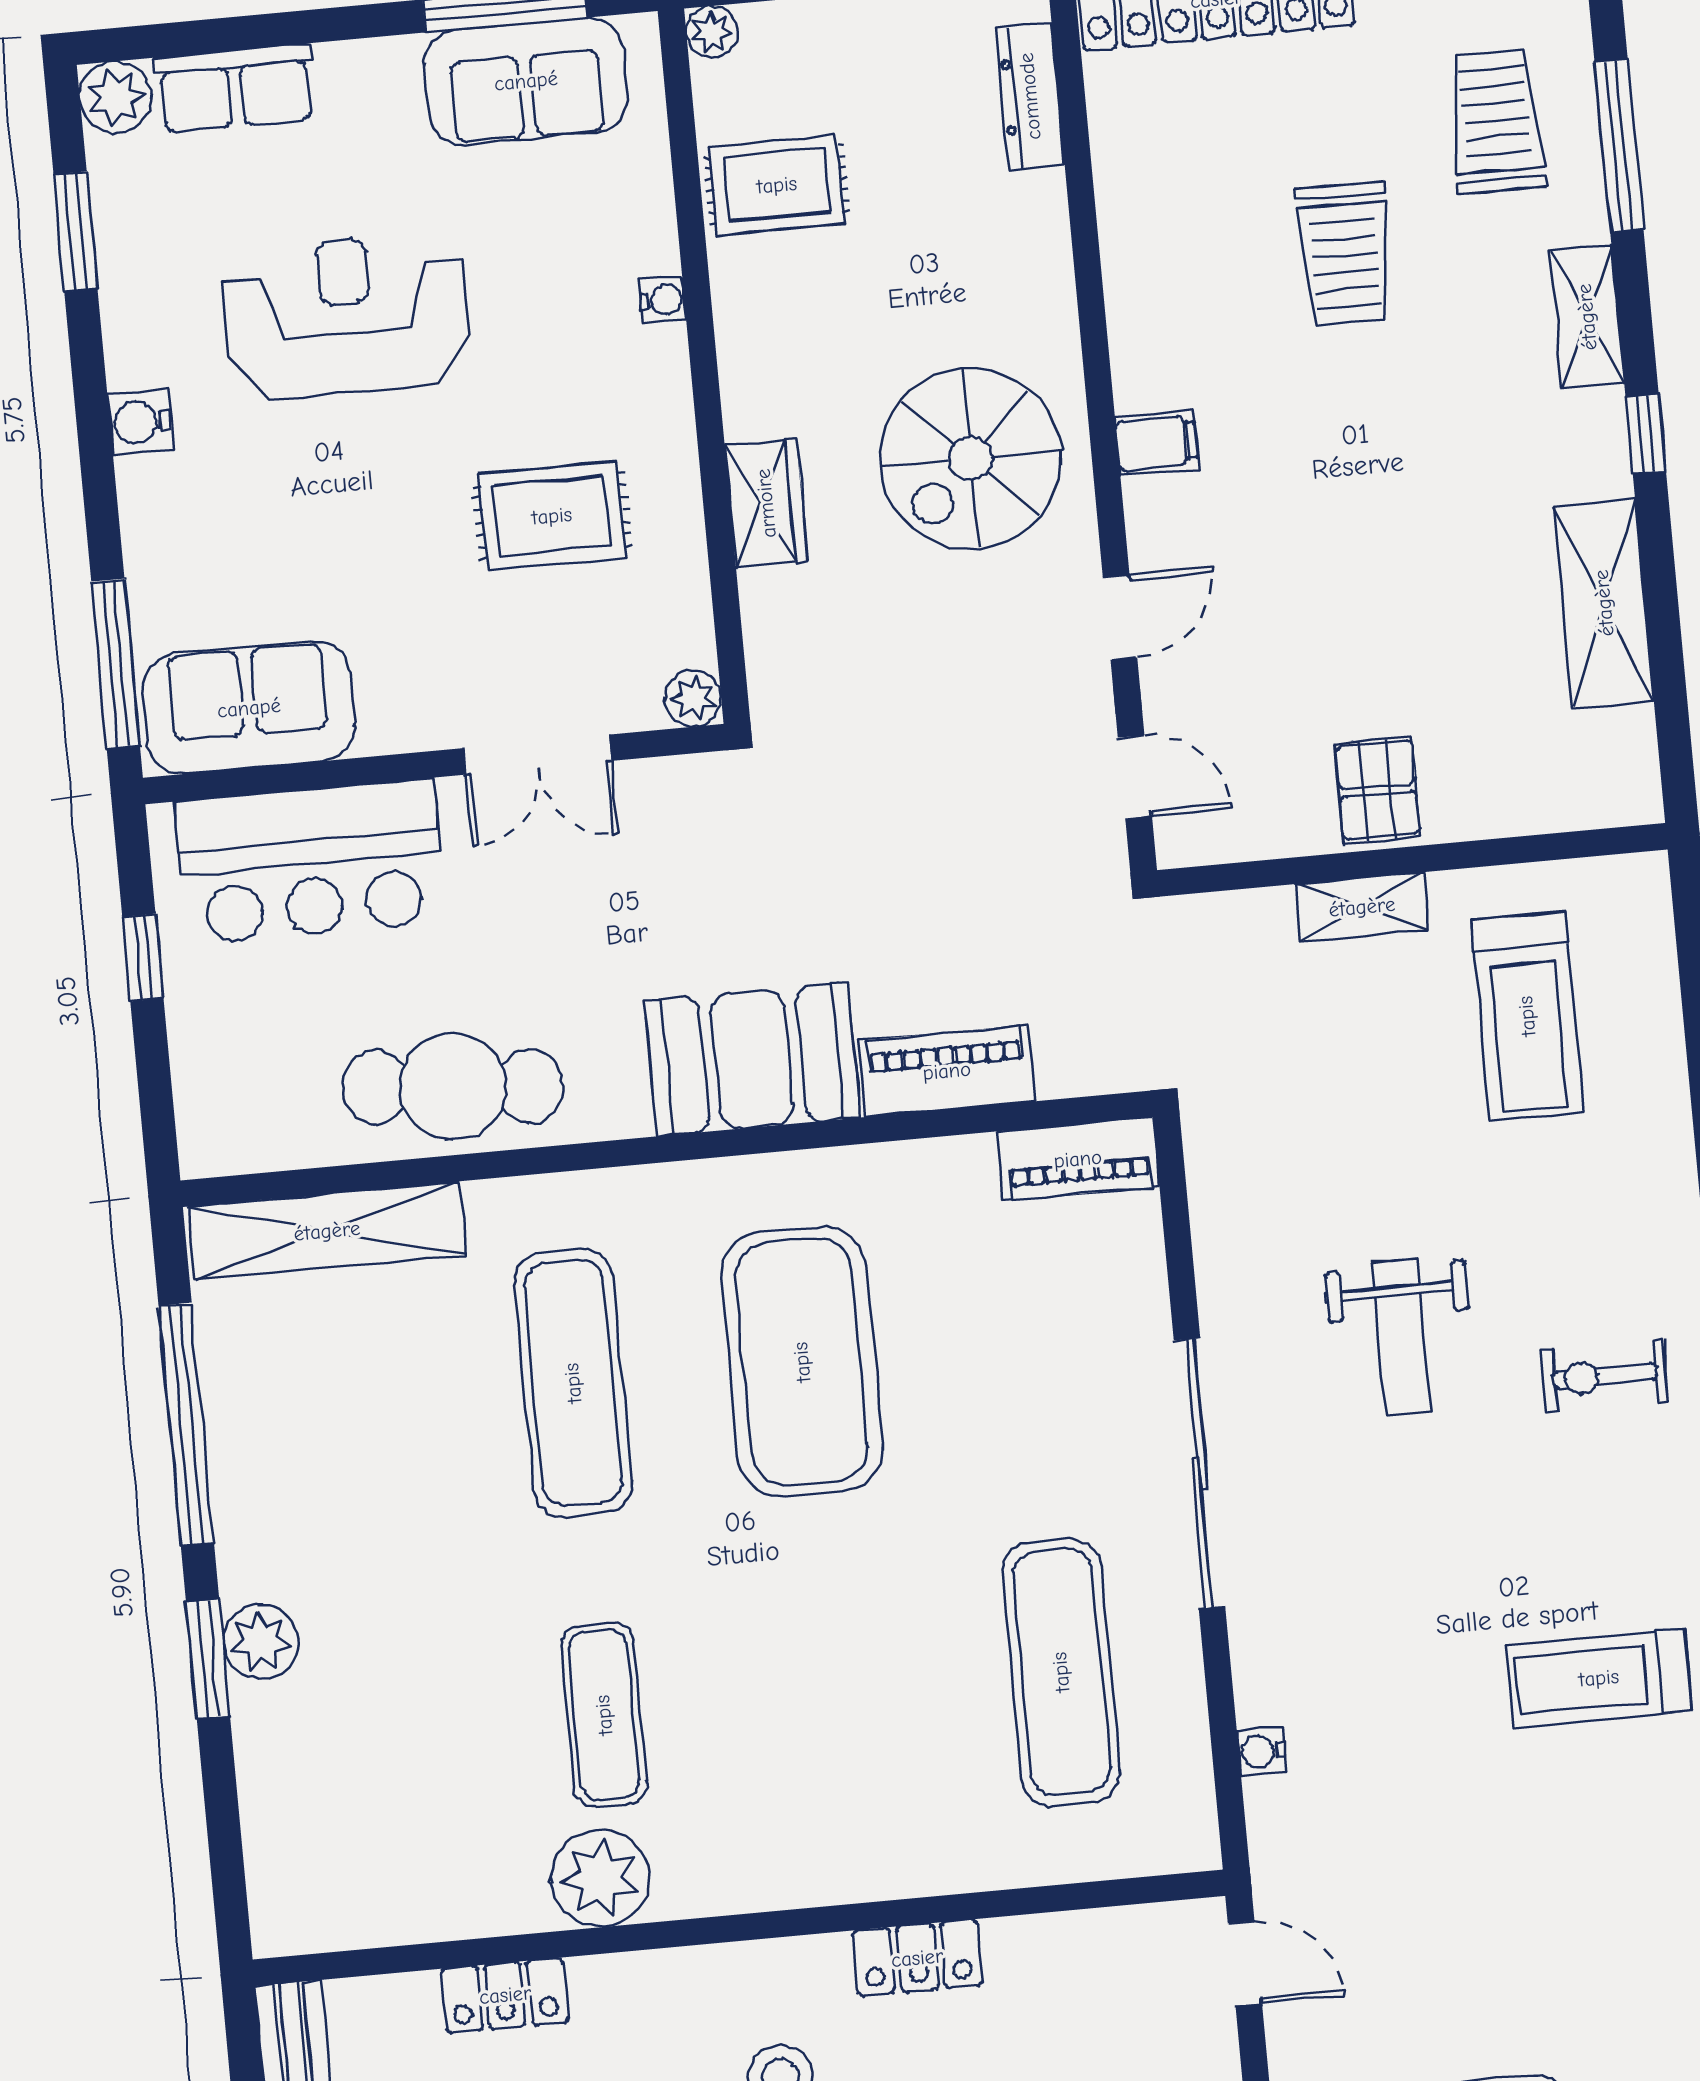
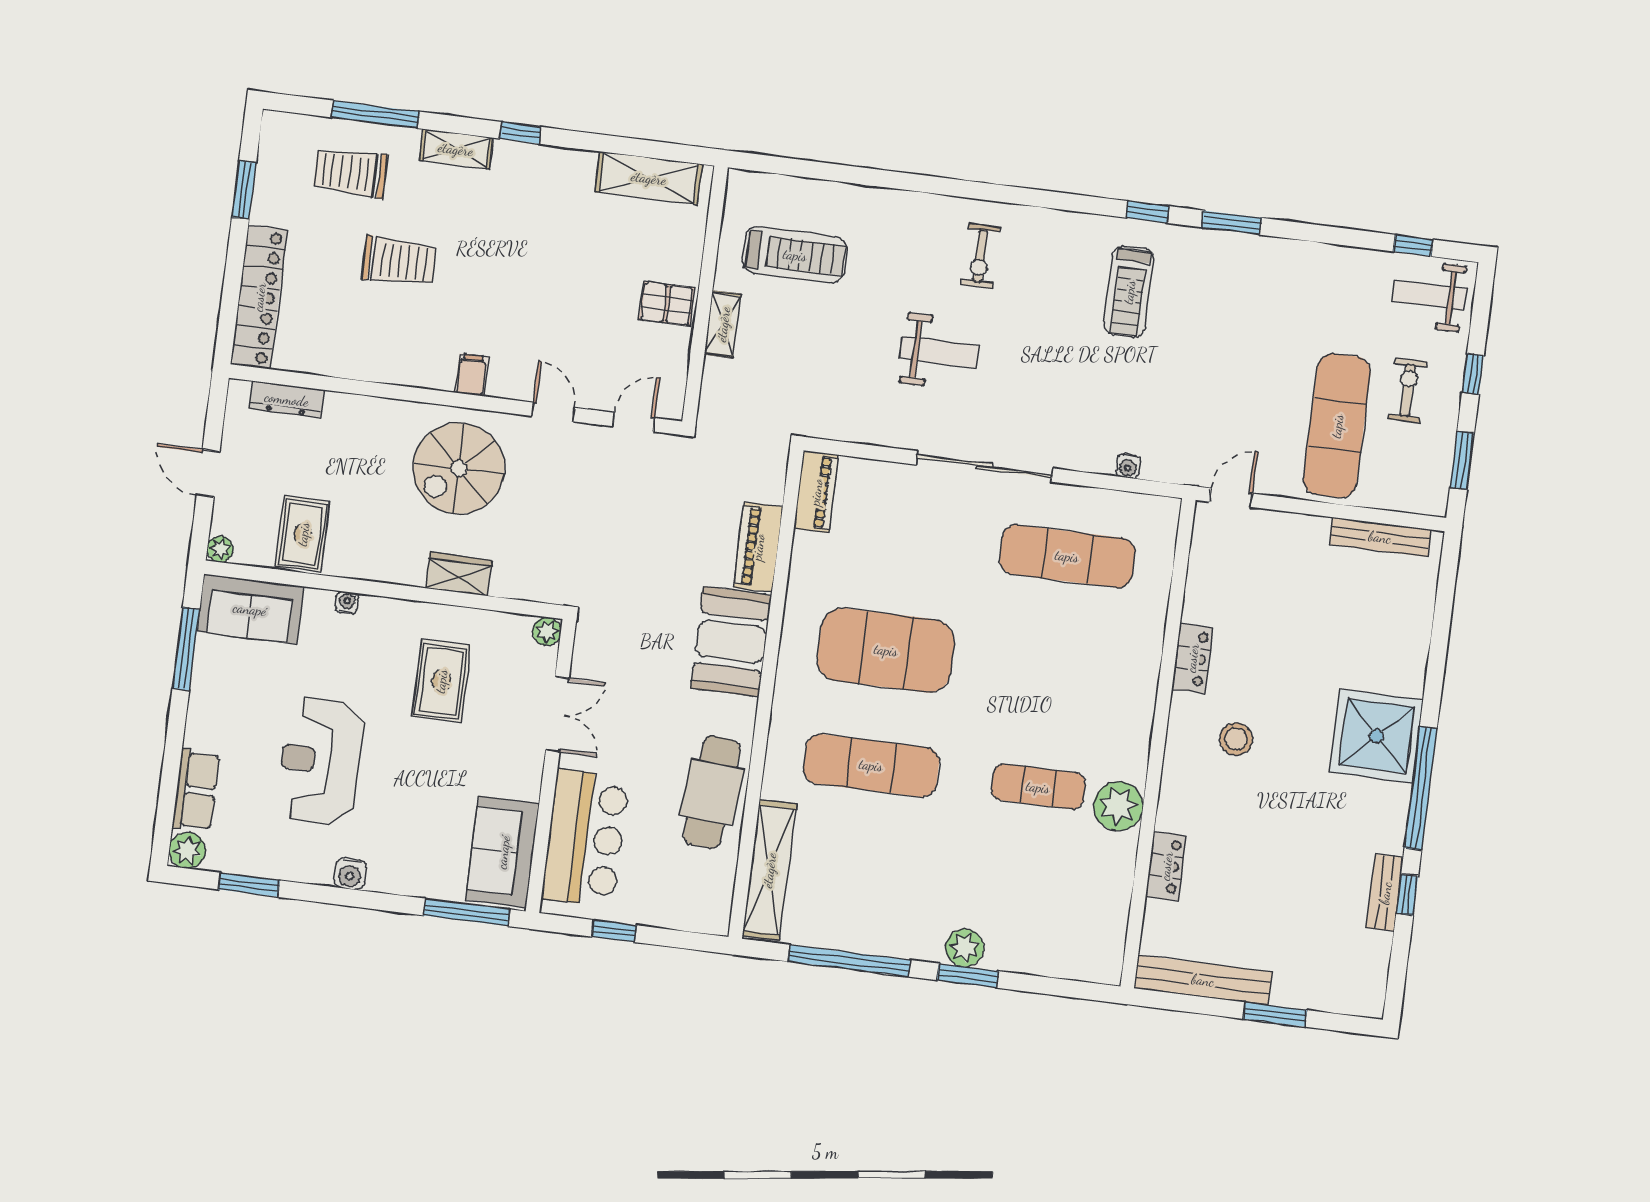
sofa: (526, 81) -> (250, 609), moved, turned 90
spiral stairs: (971, 459) -> (459, 468), turned 90
shelving: (1604, 603) -> (649, 178), moved

